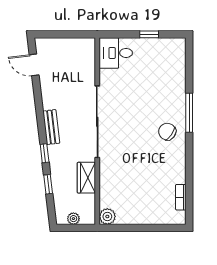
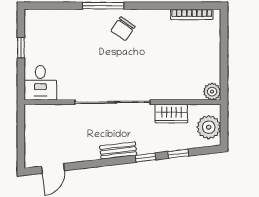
bookcase: (181, 197) -> (192, 14), width x1.56
plant: (73, 219) -> (209, 127), width x1.88, depth x1.88

